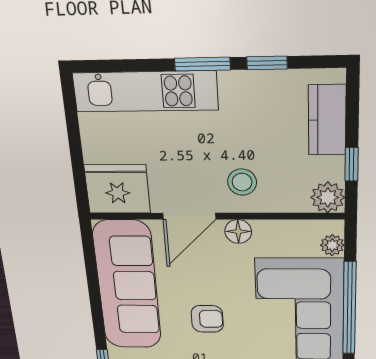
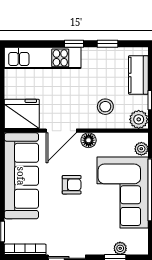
window: (202, 64) -> (74, 44), width x0.67
stool: (242, 182) -> (105, 107), moved
armchair: (207, 319) -> (72, 185), moved

